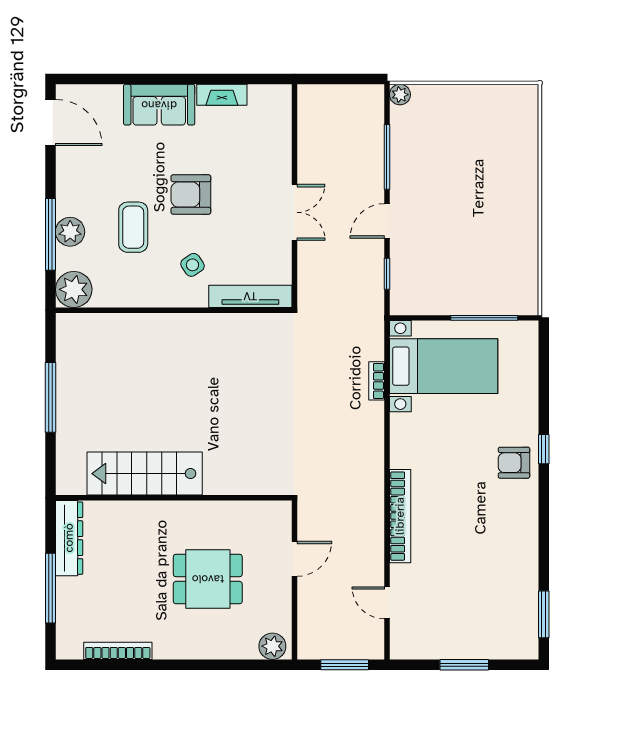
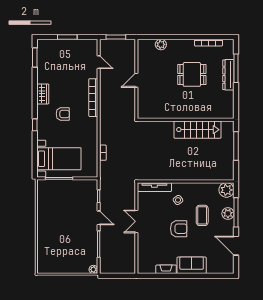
door: (50, 122) -> (236, 246), moved
door: (387, 221) -> (99, 218), hinge flipped
bed with nightstands: (444, 366) -> (59, 159), moved, turned 180
armchair: (514, 463) -> (63, 114), moved
stairs: (145, 474) -> (198, 130), moved
wall: (174, 498) -> (186, 120), moved
wardrobe: (524, 525) -> (43, 94), added
dresser: (69, 538) -> (228, 75), moved
dining table: (208, 579) -> (192, 74), moved
plant: (272, 646) -> (161, 44), moved

